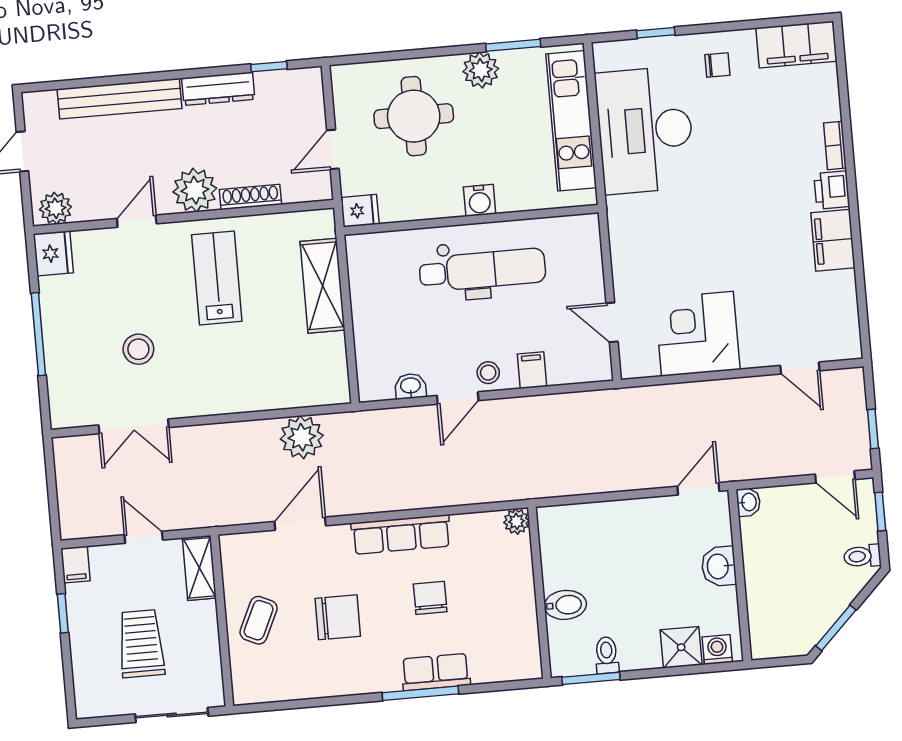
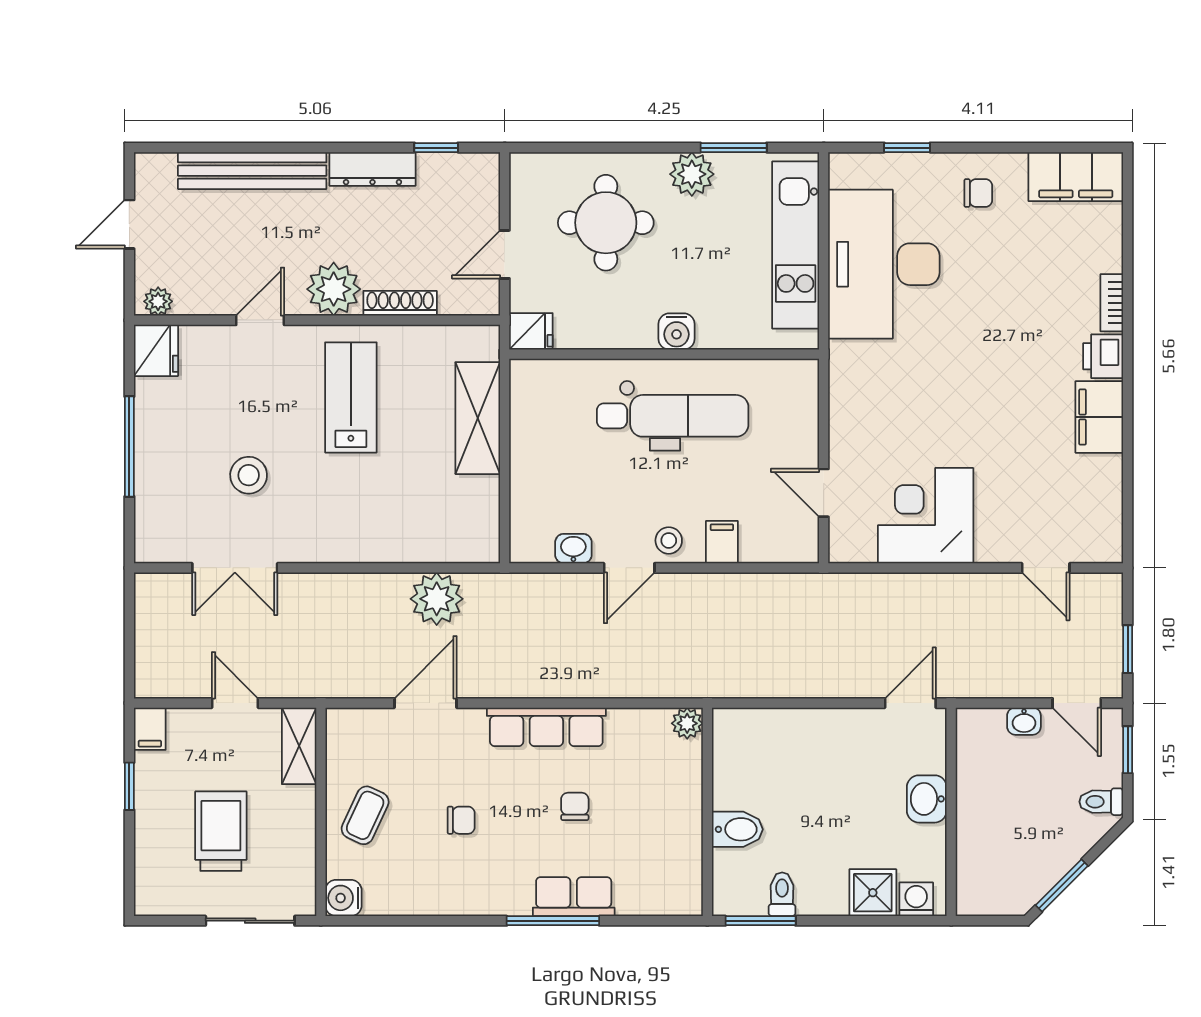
plant: (56, 208) -> (158, 301), width x0.73, depth x0.73
washbasin: (748, 502) -> (1024, 721), moved, turned 90
chair: (430, 598) -> (575, 806), width x0.73, depth x0.73
chair: (338, 617) -> (461, 820), width x0.54, depth x0.54
water cooler: (247, 690) -> (343, 898), added

